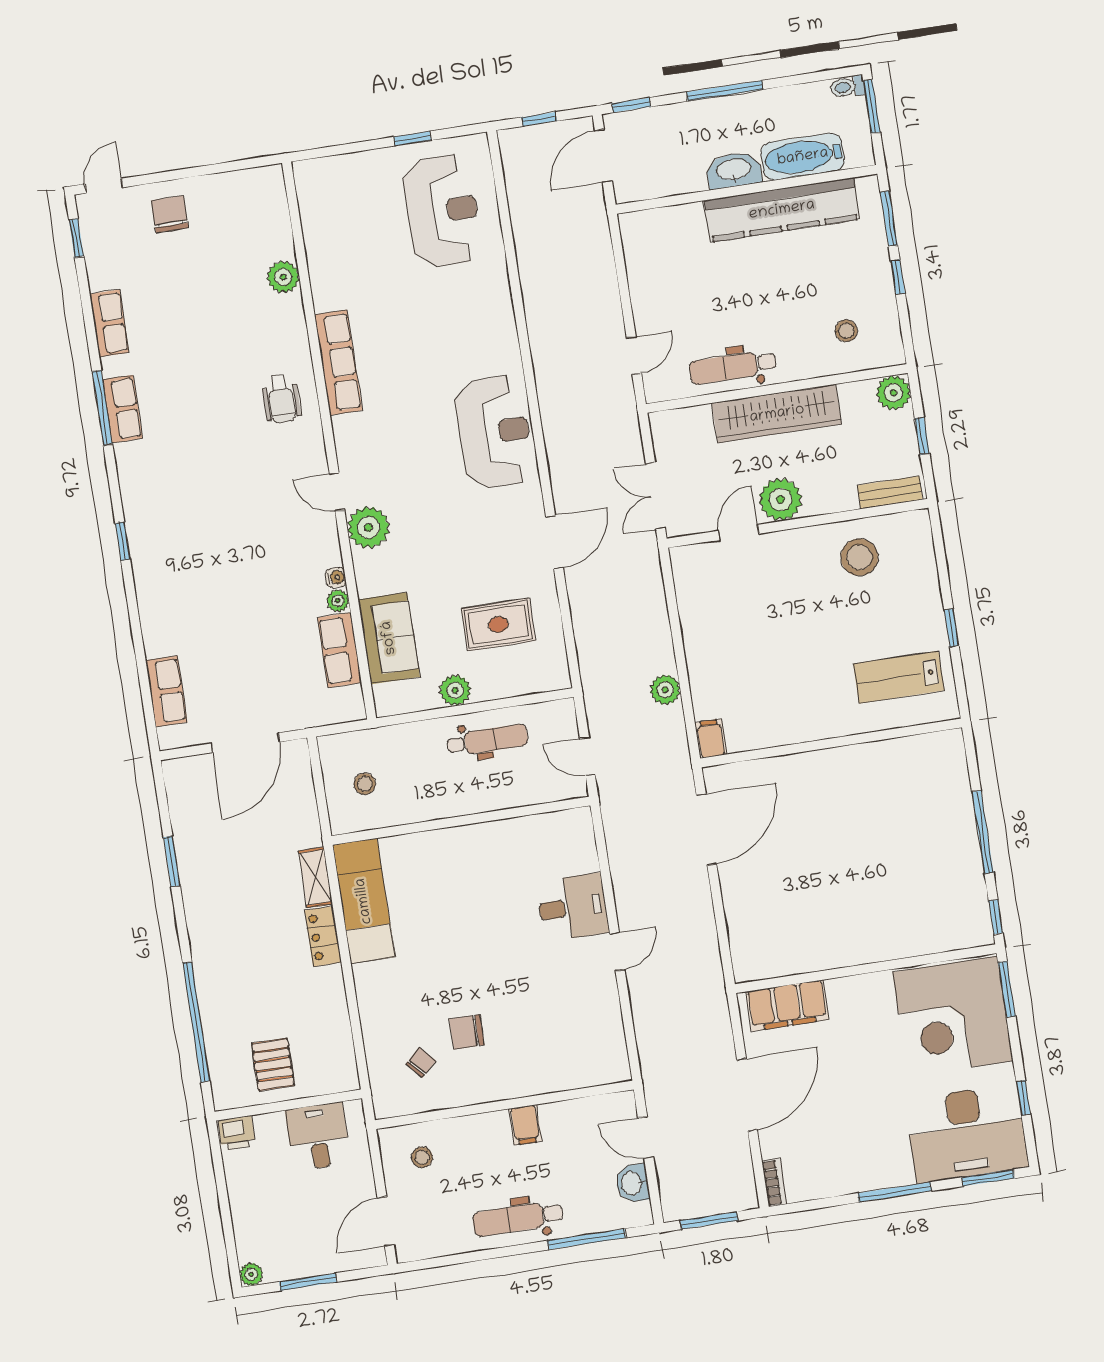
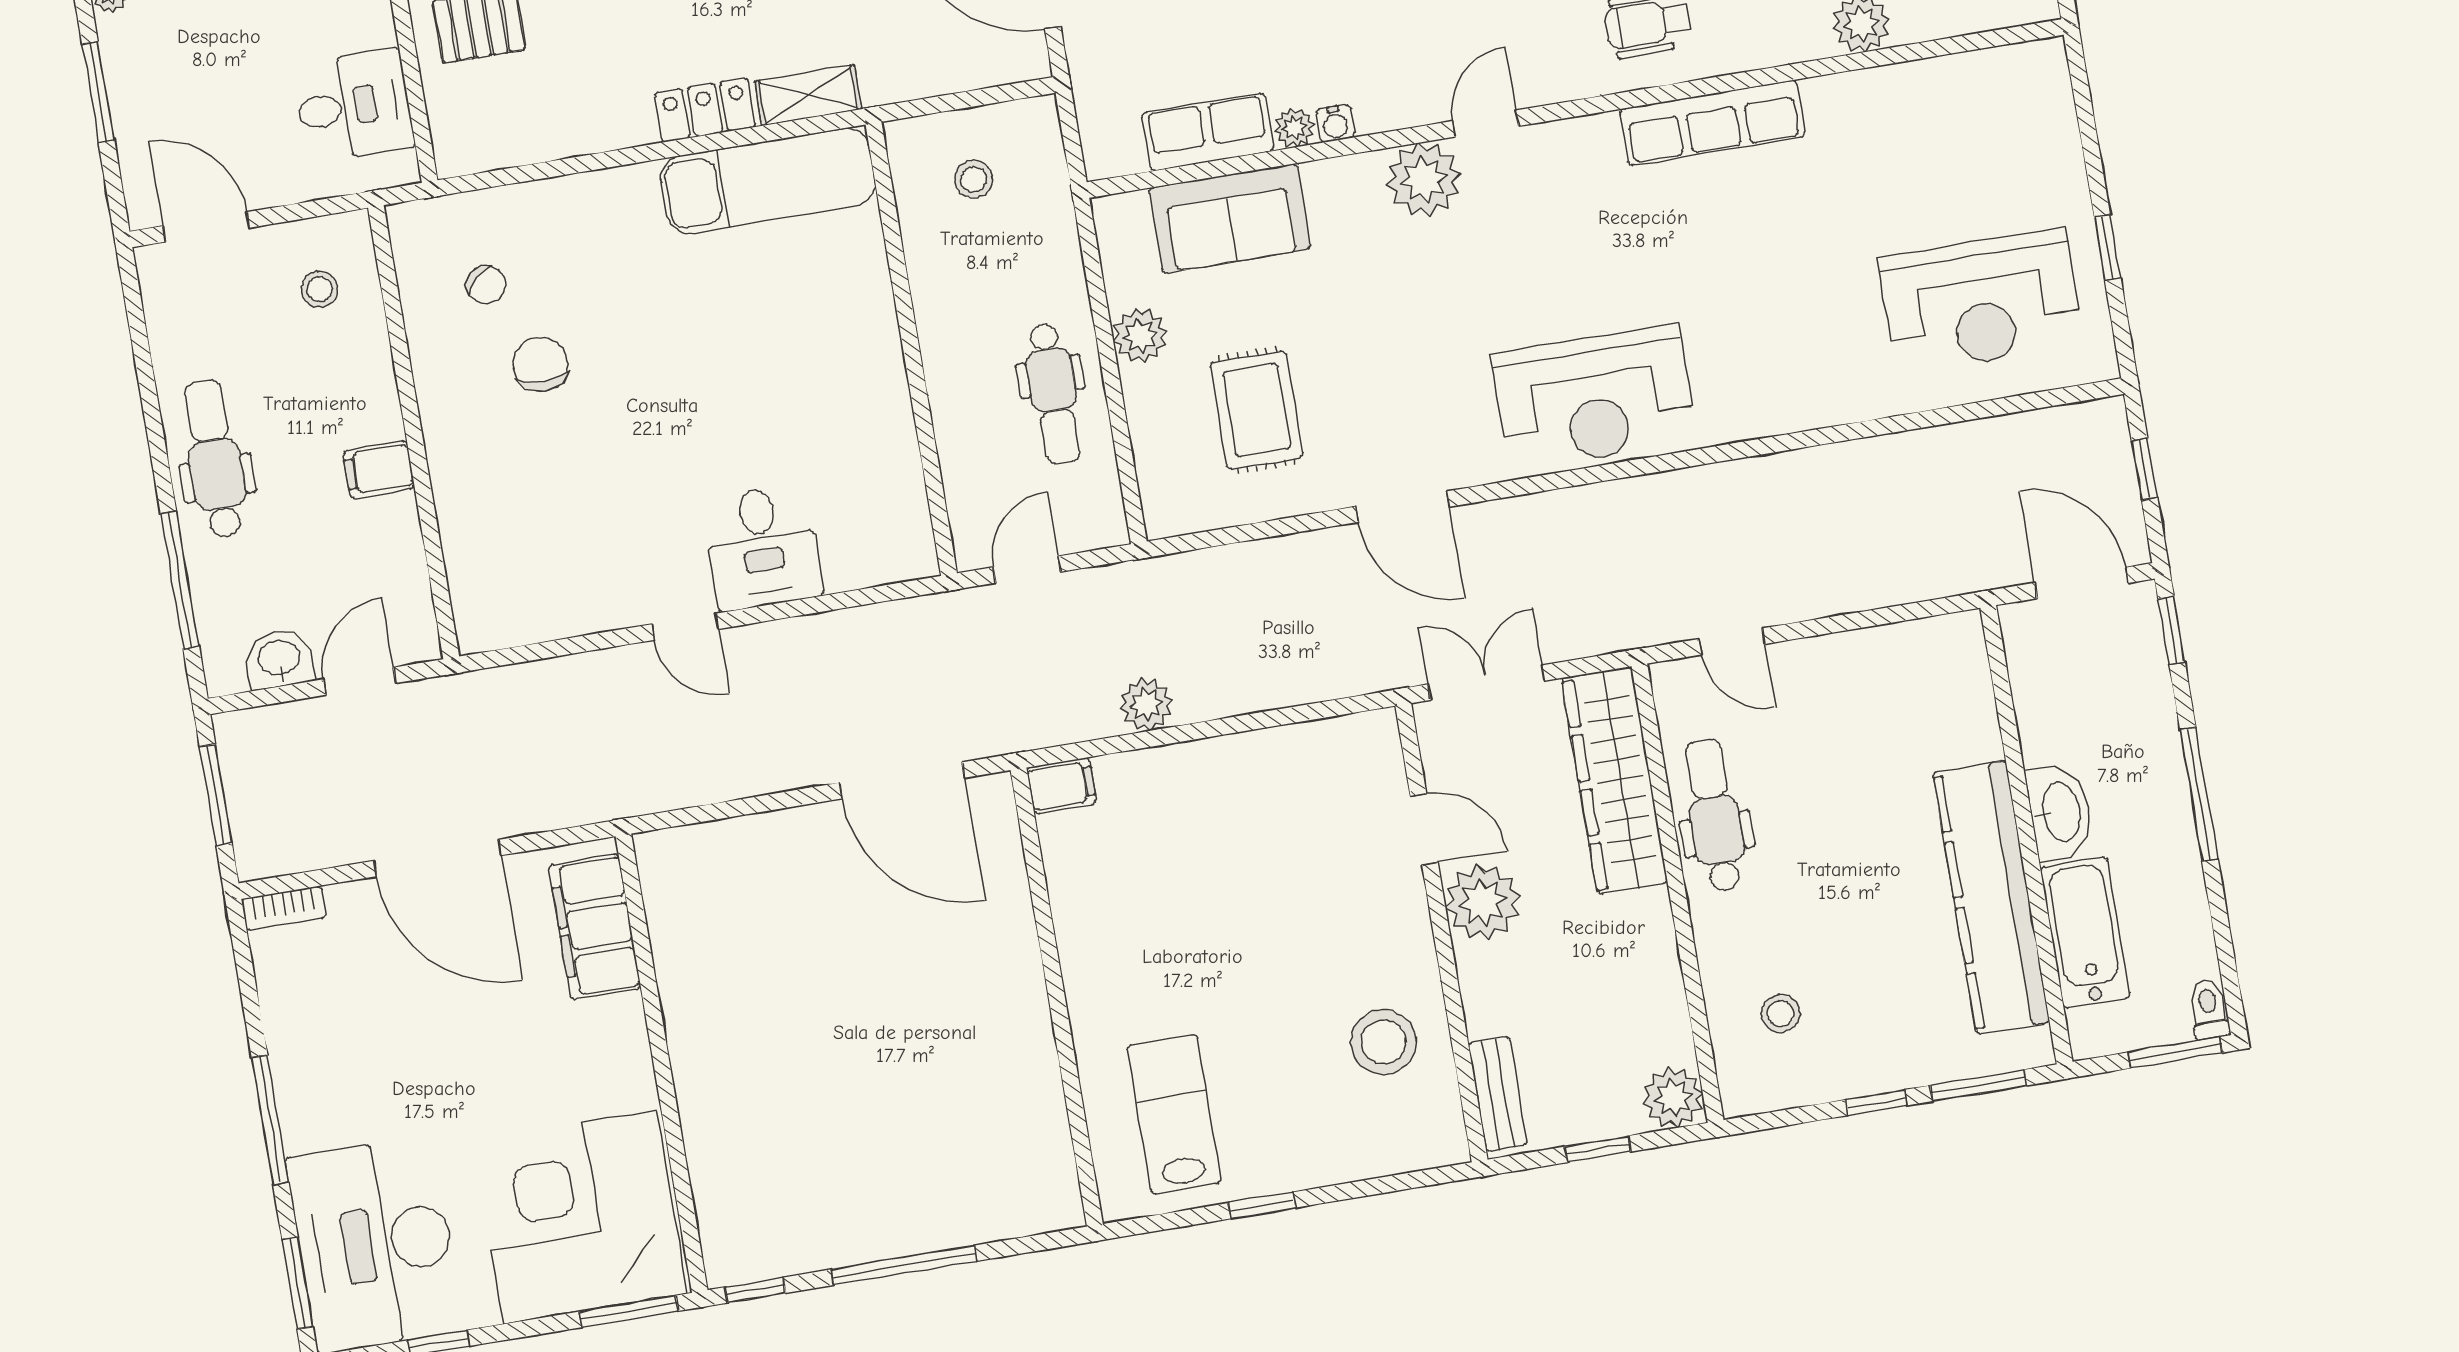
wardrobe: (777, 414) -> (1615, 780), moved

